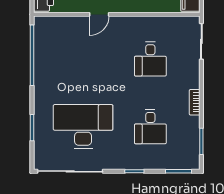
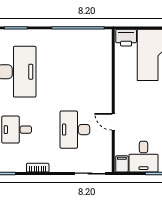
door: (99, 14) -> (113, 122), moved
desk: (150, 59) -> (75, 130), width x1.37

